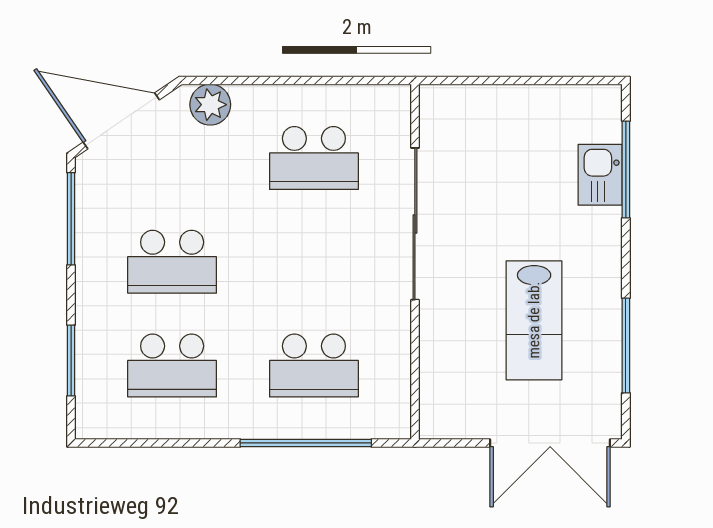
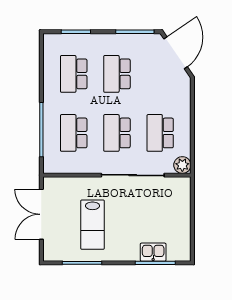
plant: (210, 105) -> (182, 165), moved
school desk: (314, 262) -> (117, 133), added
lab bench: (534, 320) -> (92, 225), turned -90
double door: (550, 443) -> (41, 214), moved

